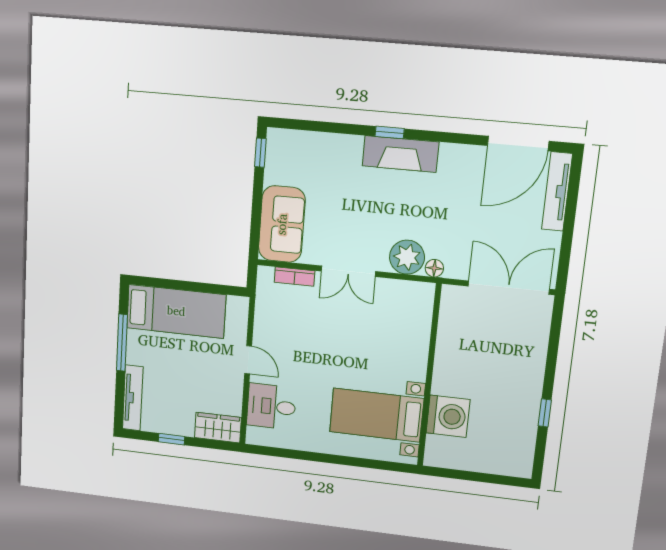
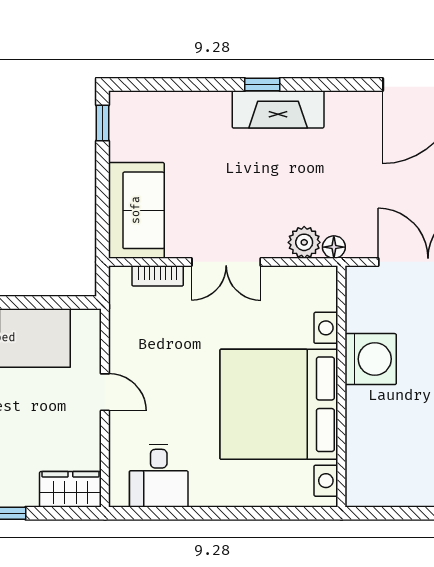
plant: (407, 257) -> (304, 242), width x0.73, depth x0.73
desk: (271, 406) -> (159, 476), moved, turned -90
bed with nightstands: (376, 415) -> (279, 404), width x1.85
washing machine: (448, 416) -> (371, 359), moved

